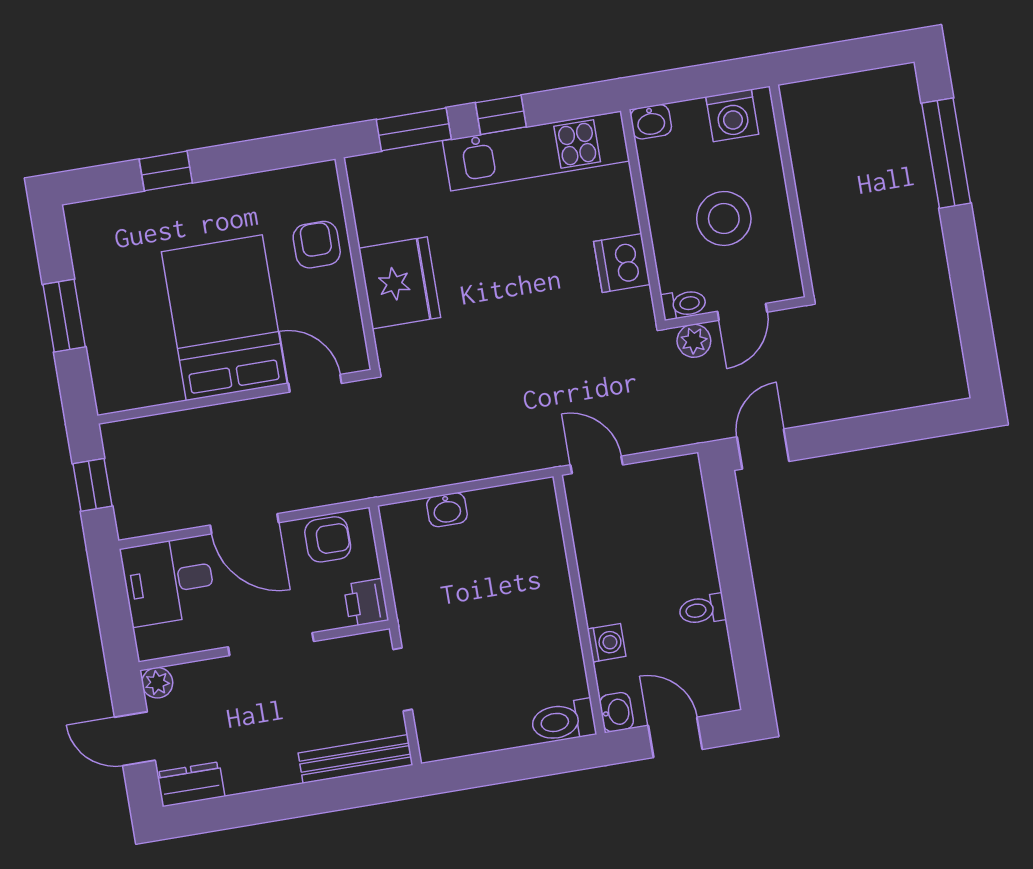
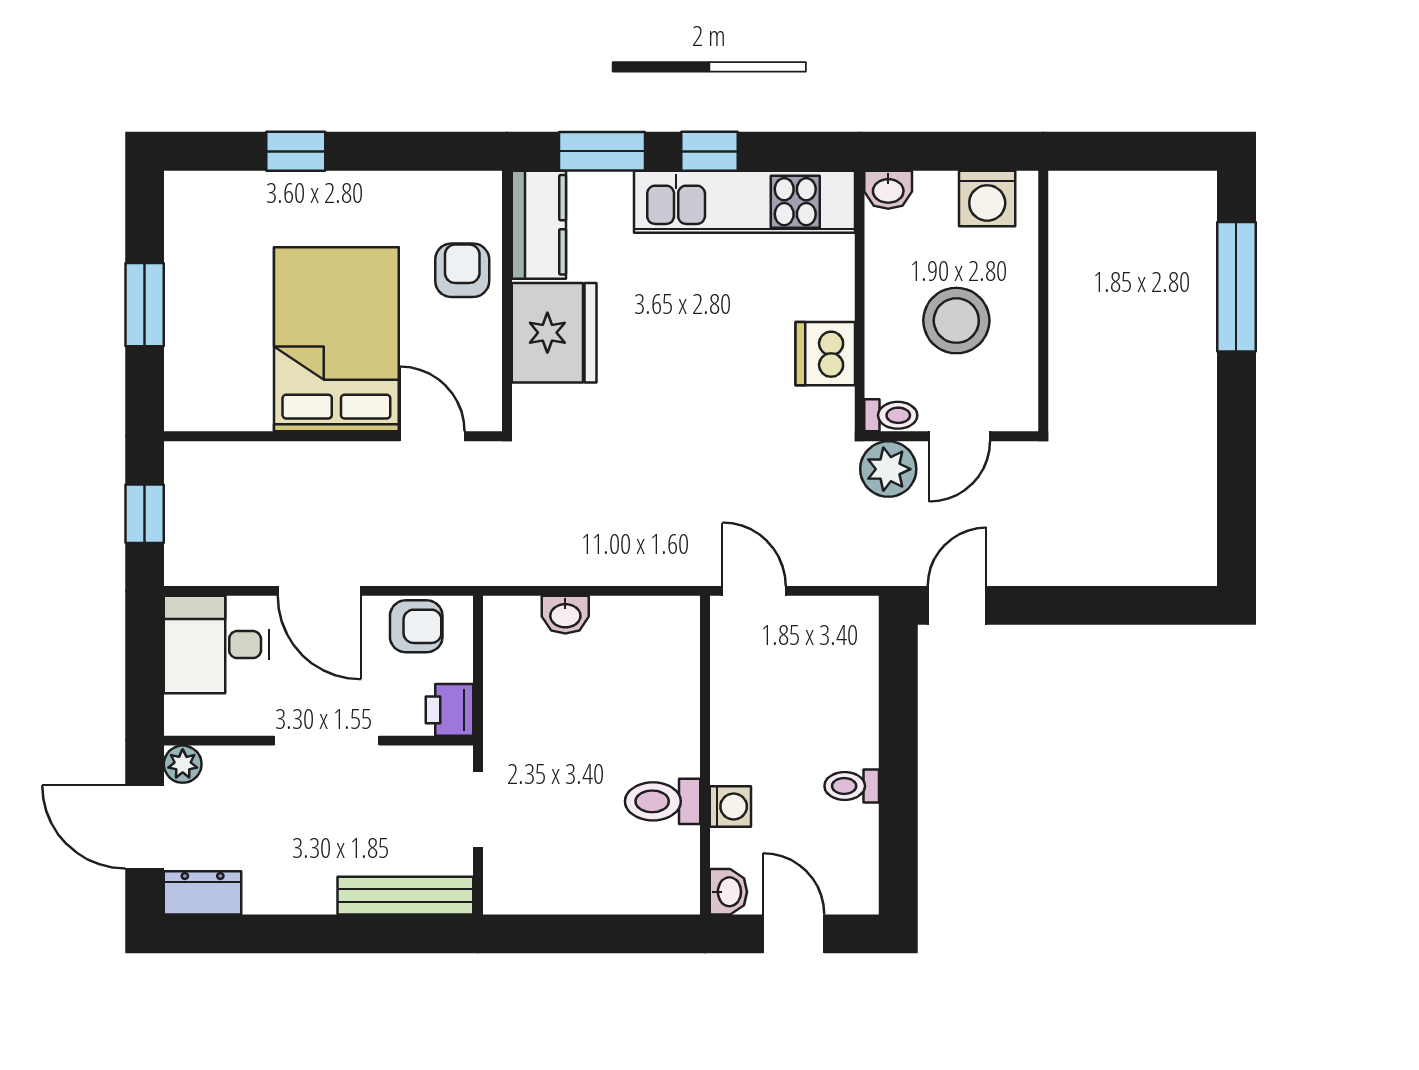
kitchen counter: (373, 197) -> (539, 225), added
plant: (694, 341) -> (888, 469), width x1.38, depth x1.38
toilet: (563, 721) -> (663, 801), moved
door: (135, 739) -> (145, 827), width x1.38

